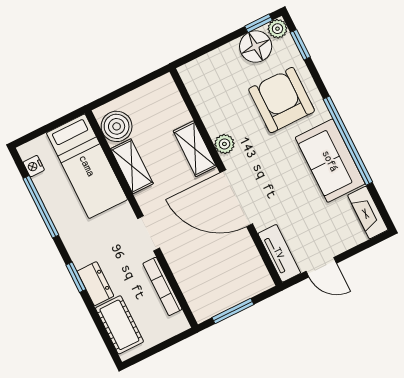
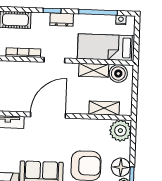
plant: (224, 144) -> (120, 131), moved, width x1.87, depth x1.87
shelving: (195, 149) -> (104, 108), moved
dresser: (95, 284) -> (62, 20), moved

